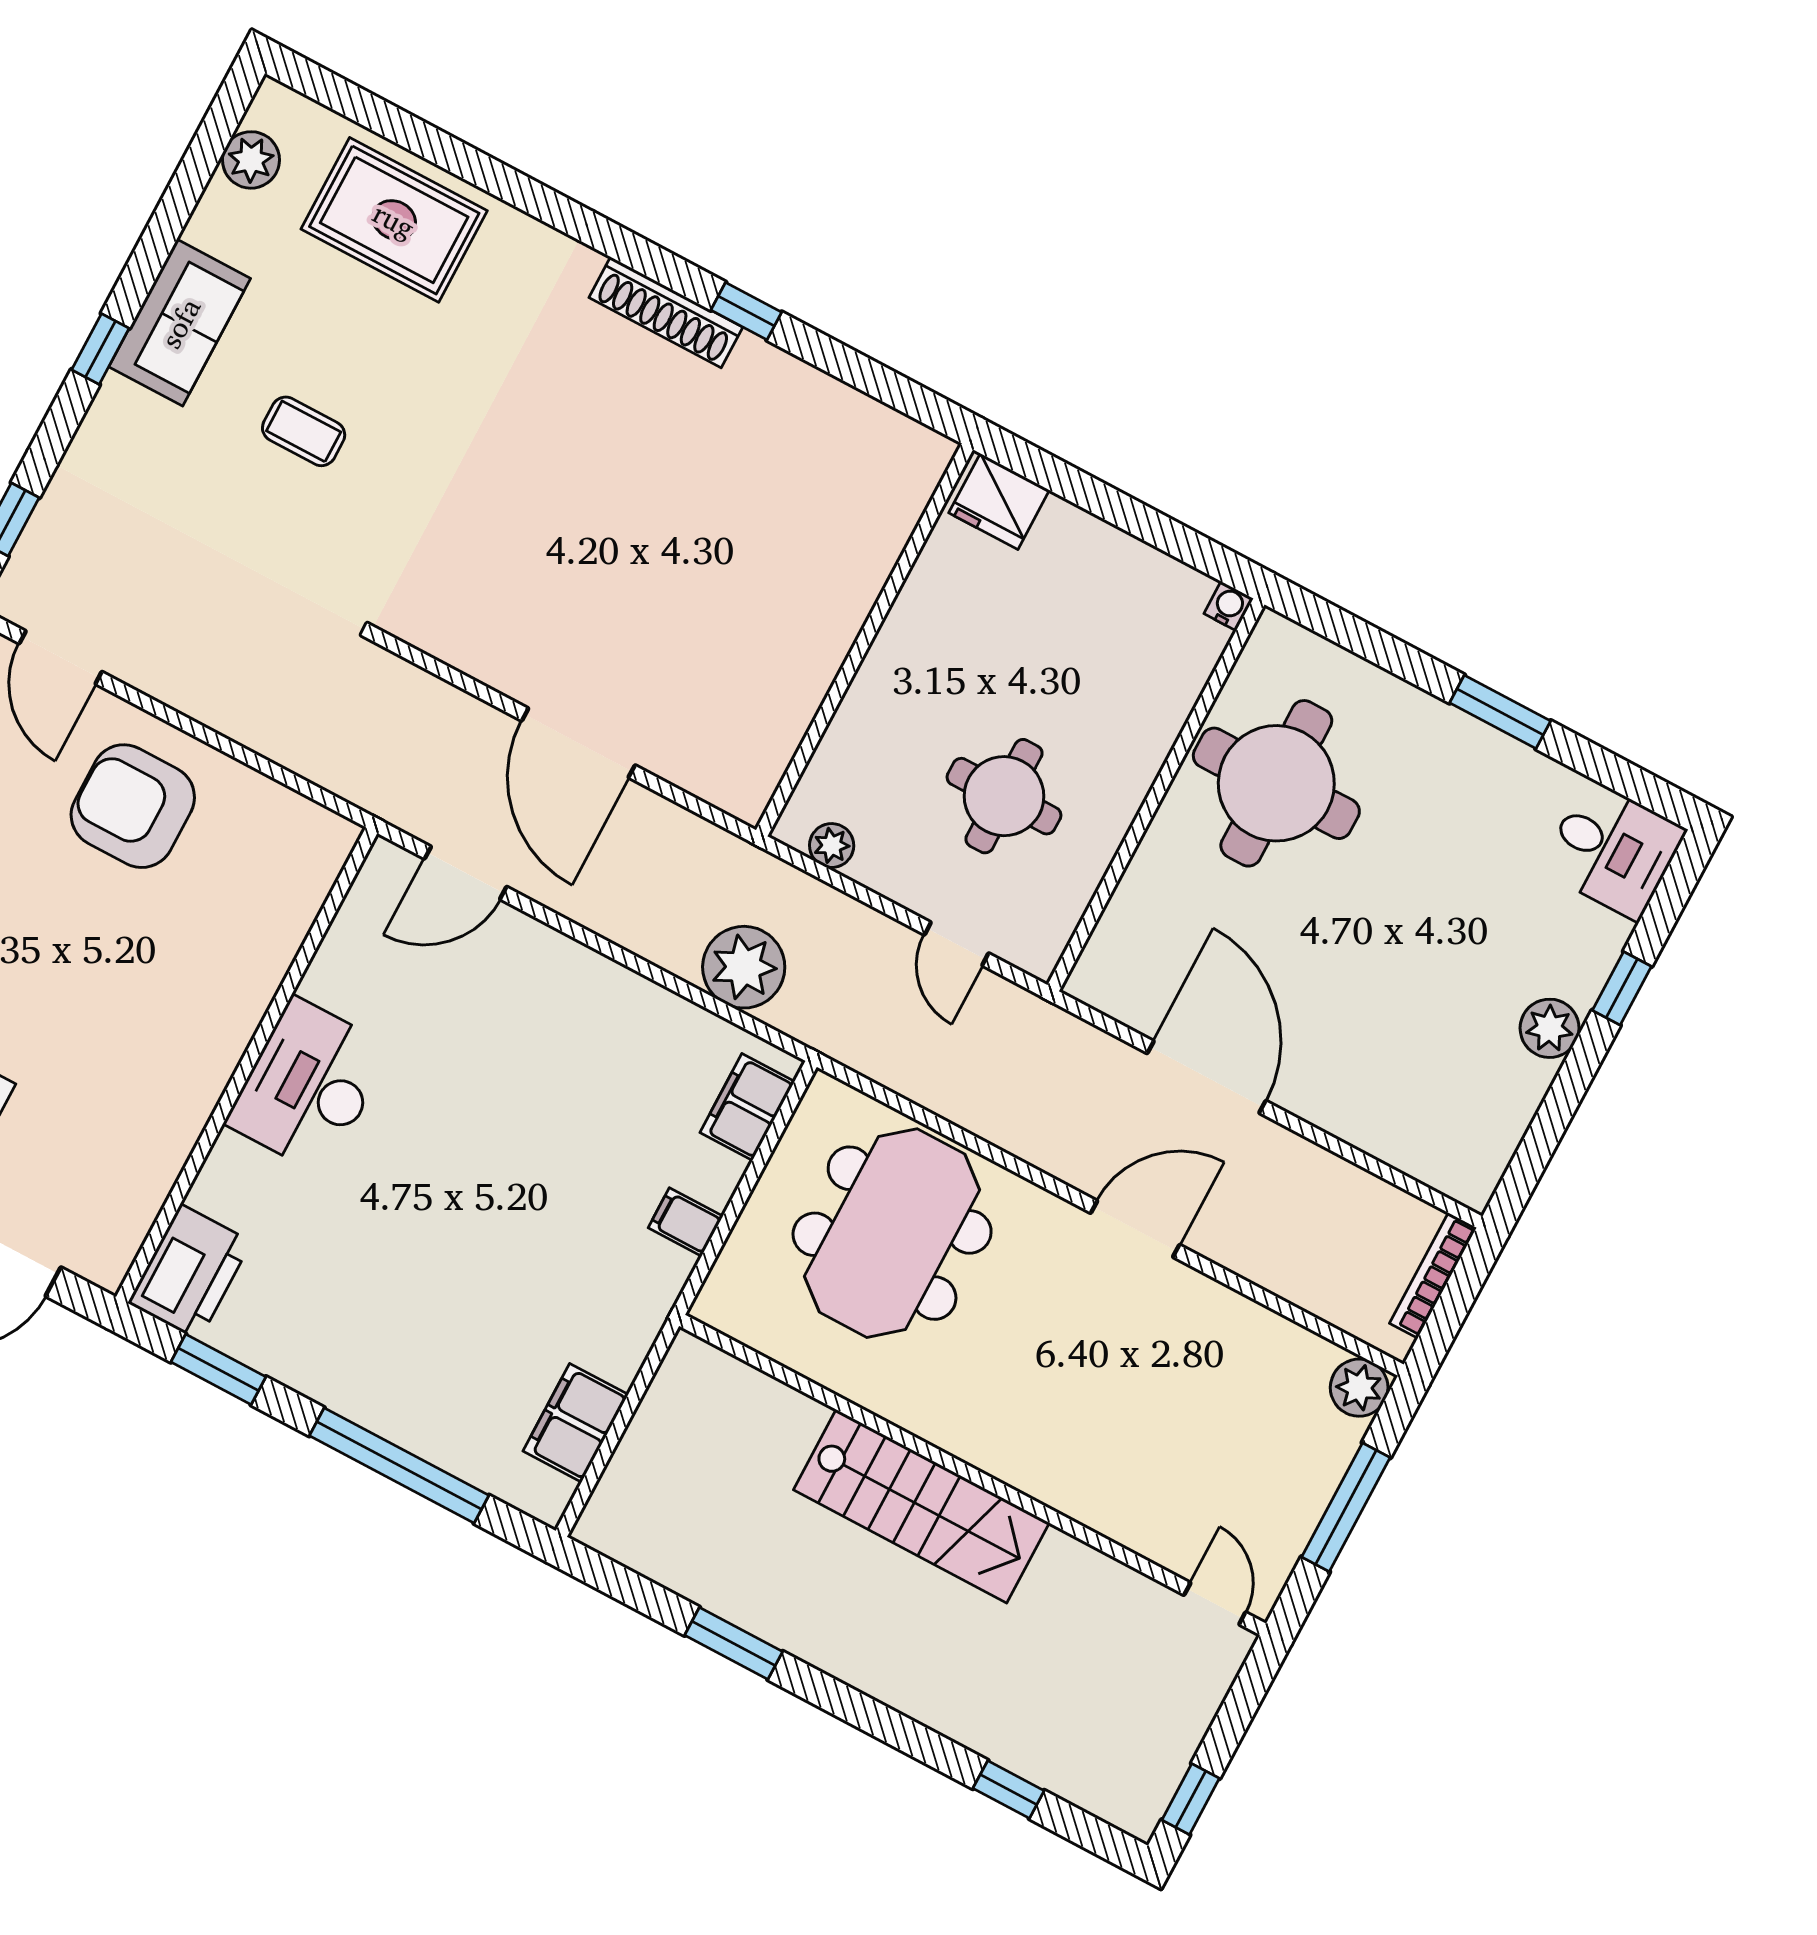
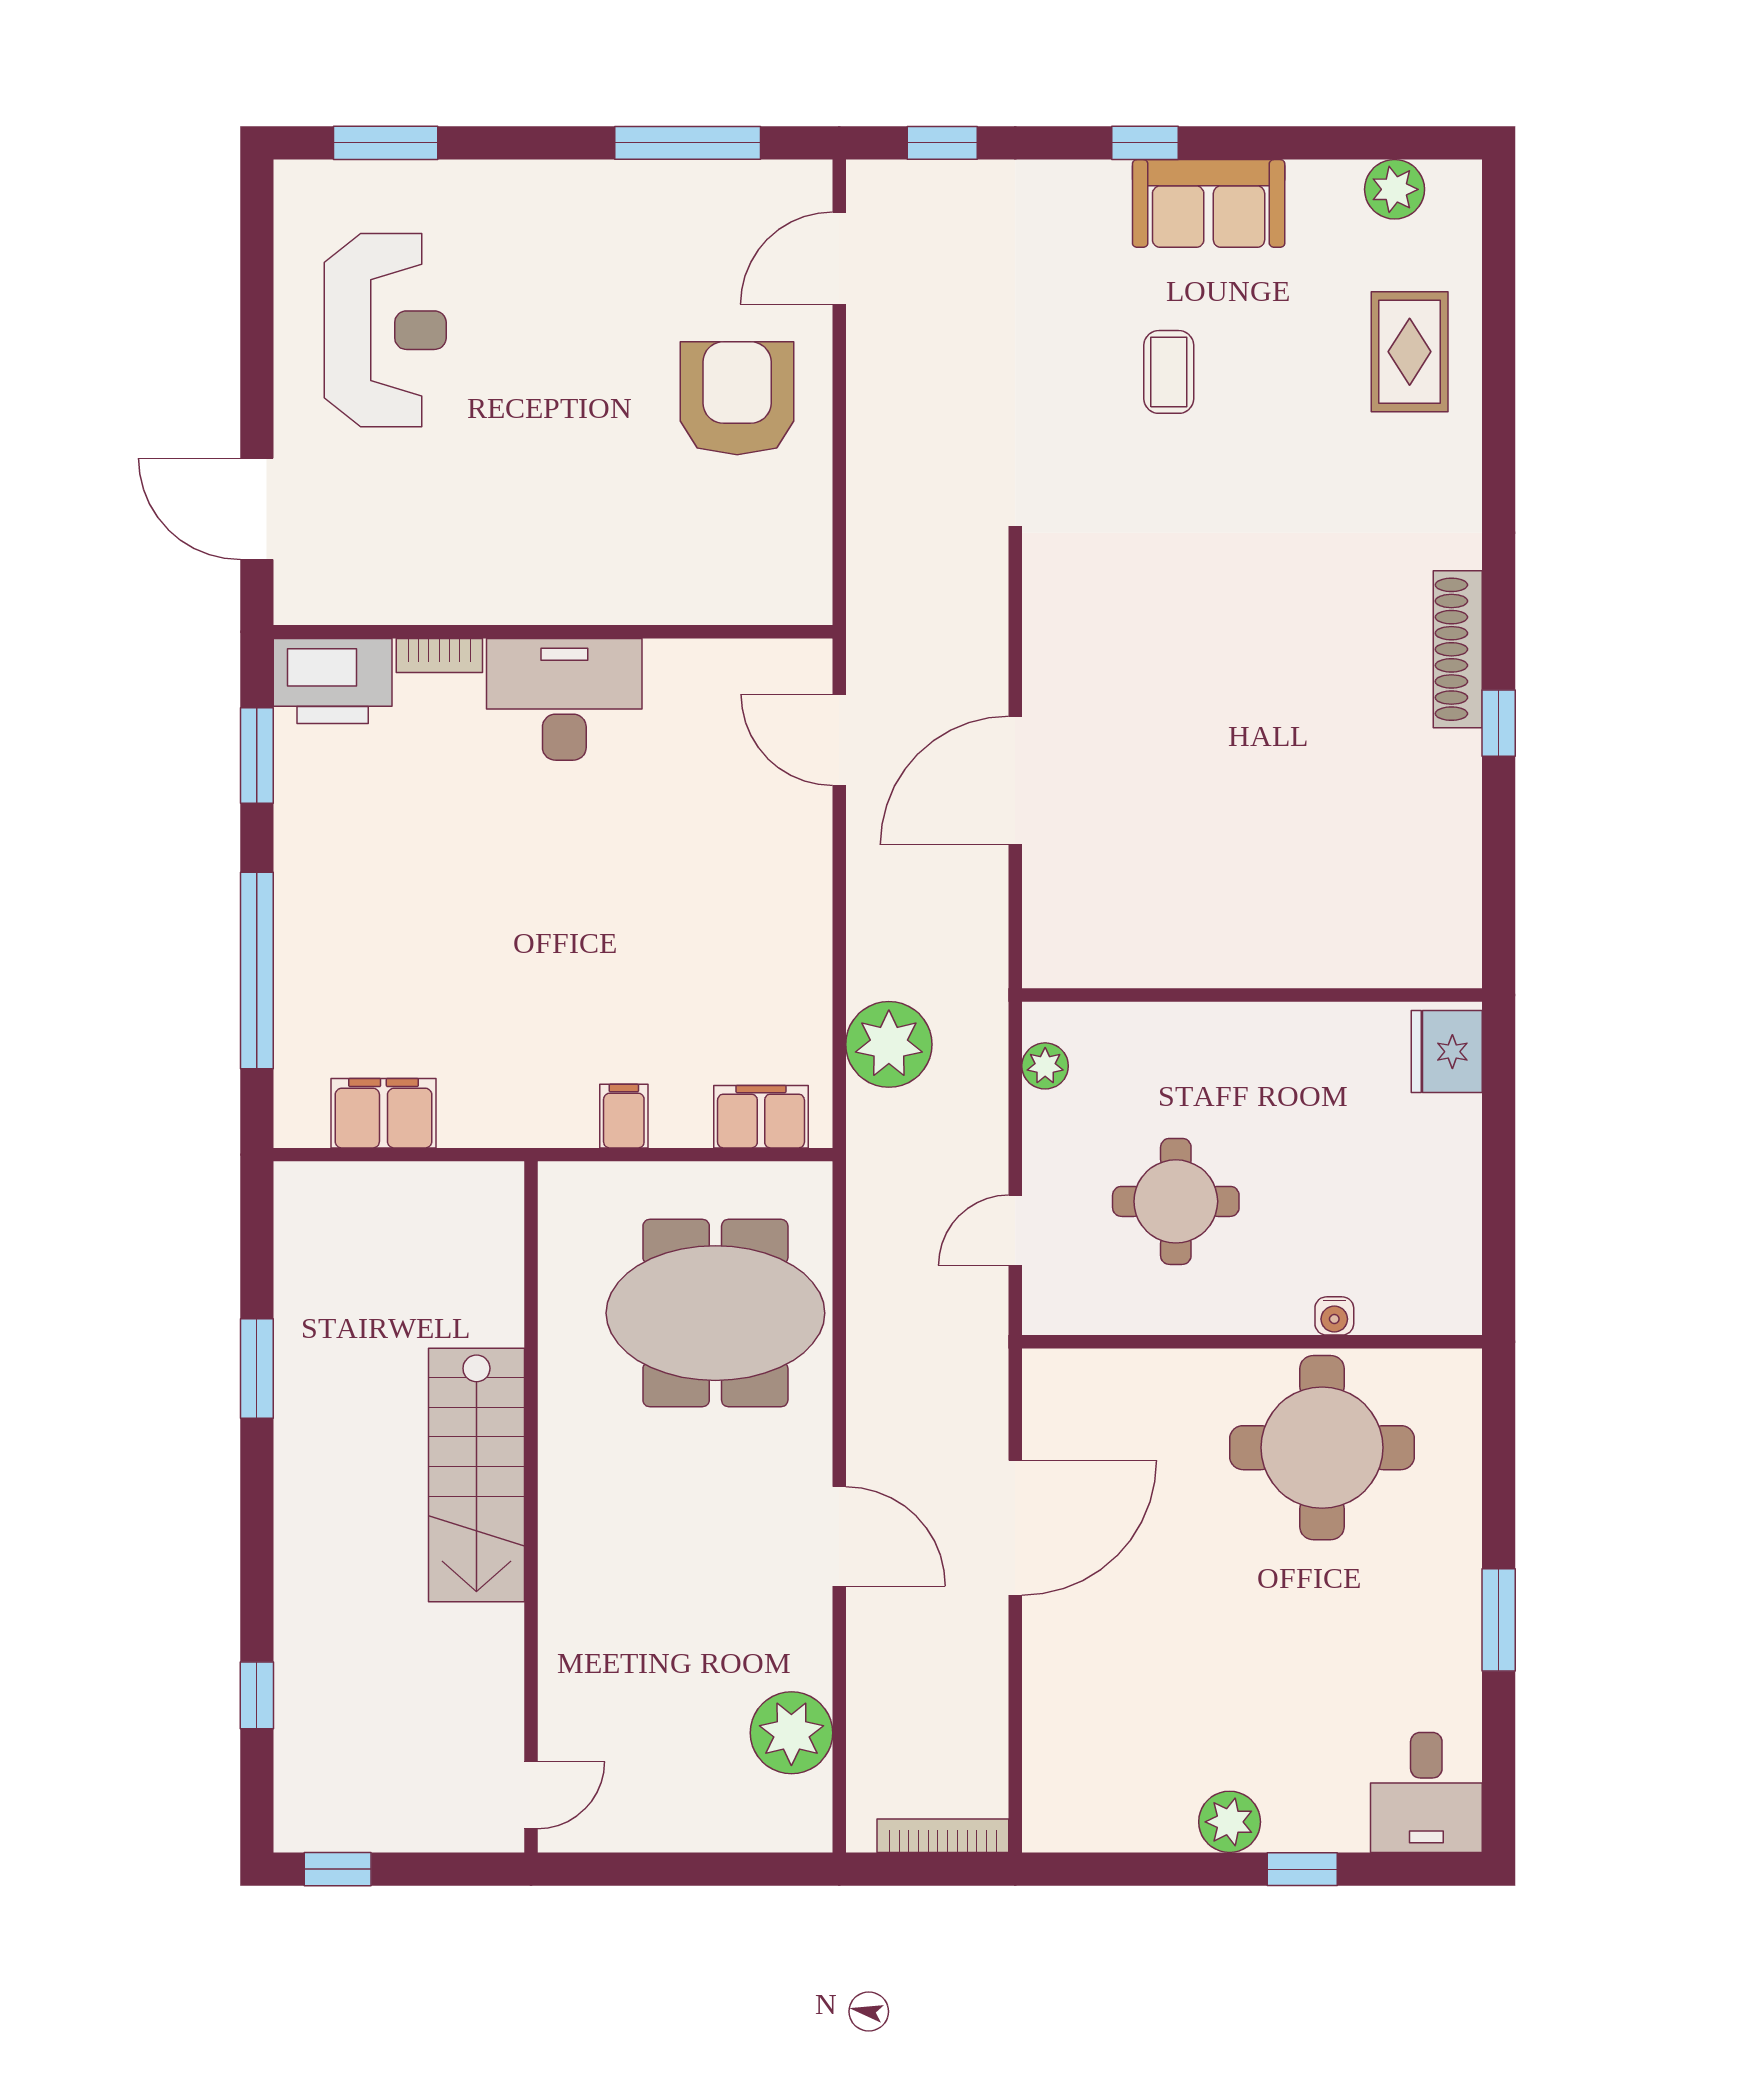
rug: (394, 220) -> (1410, 352), width x0.73, depth x0.70
water cooler: (1229, 606) -> (1334, 1316), moved, turned 90
bookcase: (216, 1171) -> (439, 656), added
plant: (1359, 1388) -> (791, 1733), moved, width x1.36, depth x1.36
window: (1346, 1507) -> (685, 1869), removed

